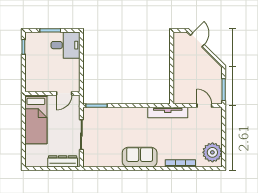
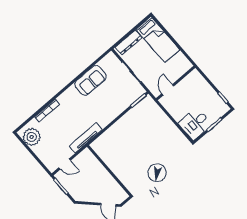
bed: (36, 119) -> (158, 40), moved, turned 180
sofa: (140, 157) -> (91, 80), moved

